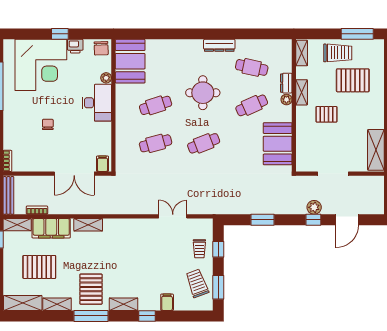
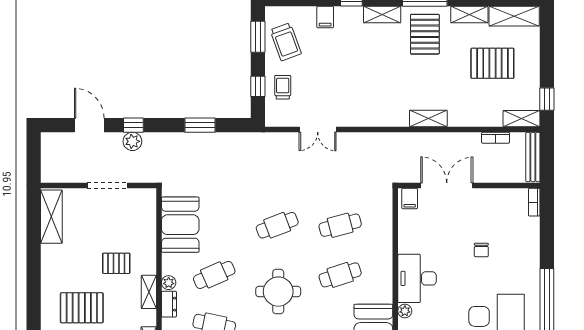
door: (347, 220) -> (89, 125), hinge flipped
filing cabinet: (51, 228) -> (477, 114), removed

